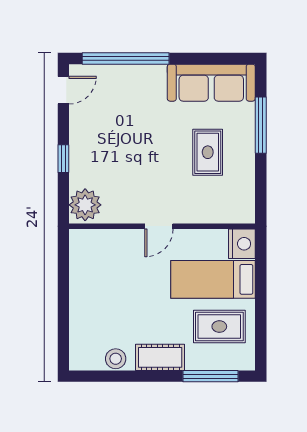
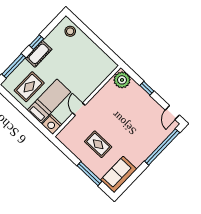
sofa: (211, 83) -> (119, 175), width x0.73
door: (159, 226) -> (79, 109), moved
stool: (116, 359) -> (70, 31), moved
window: (147, 376) -> (36, 42), added

